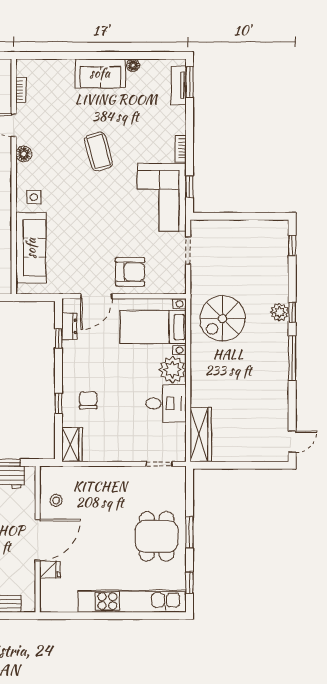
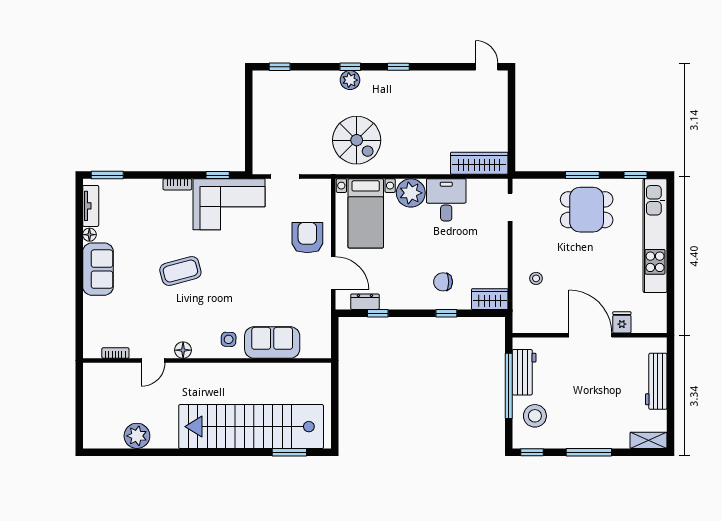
tv unit: (179, 85) -> (91, 206), moved, turned -90
sofa: (31, 248) -> (272, 342), width x0.73
window: (292, 358) -> (398, 67), width x0.46
stool: (56, 500) -> (536, 278), moved

